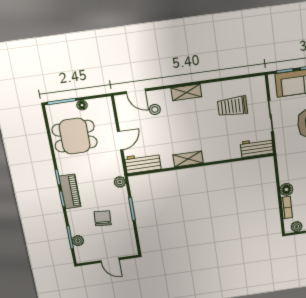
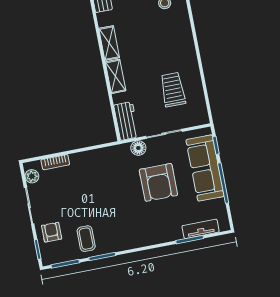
shelving: (186, 92) -> (116, 76), moved
floor lamp: (286, 189) -> (138, 148), moved

